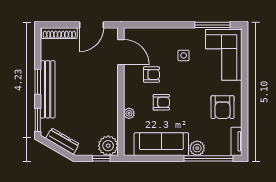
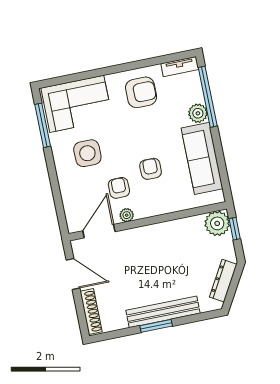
side table: (184, 55) -> (87, 153), width x1.87, depth x1.87
plant: (129, 113) -> (127, 215), moved
window: (38, 120) -> (203, 316), removed

